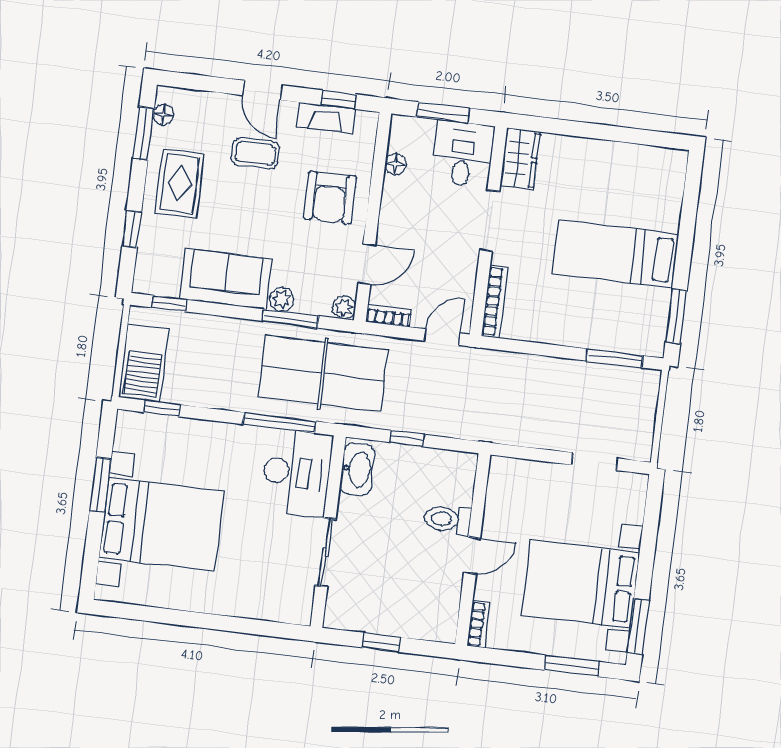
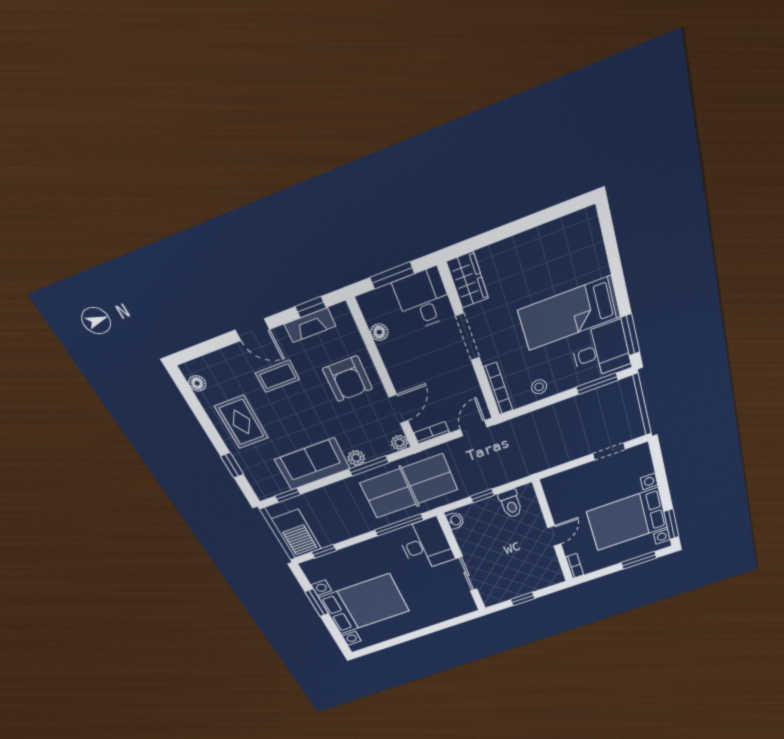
window: (143, 133) -> (194, 403), removed
desk: (634, 318) -> (600, 351), added
stool: (544, 325) -> (539, 387), added
washbasin: (357, 469) -> (455, 520), width x0.52, depth x0.69
toilet: (448, 519) -> (511, 504), moved, turned -90

